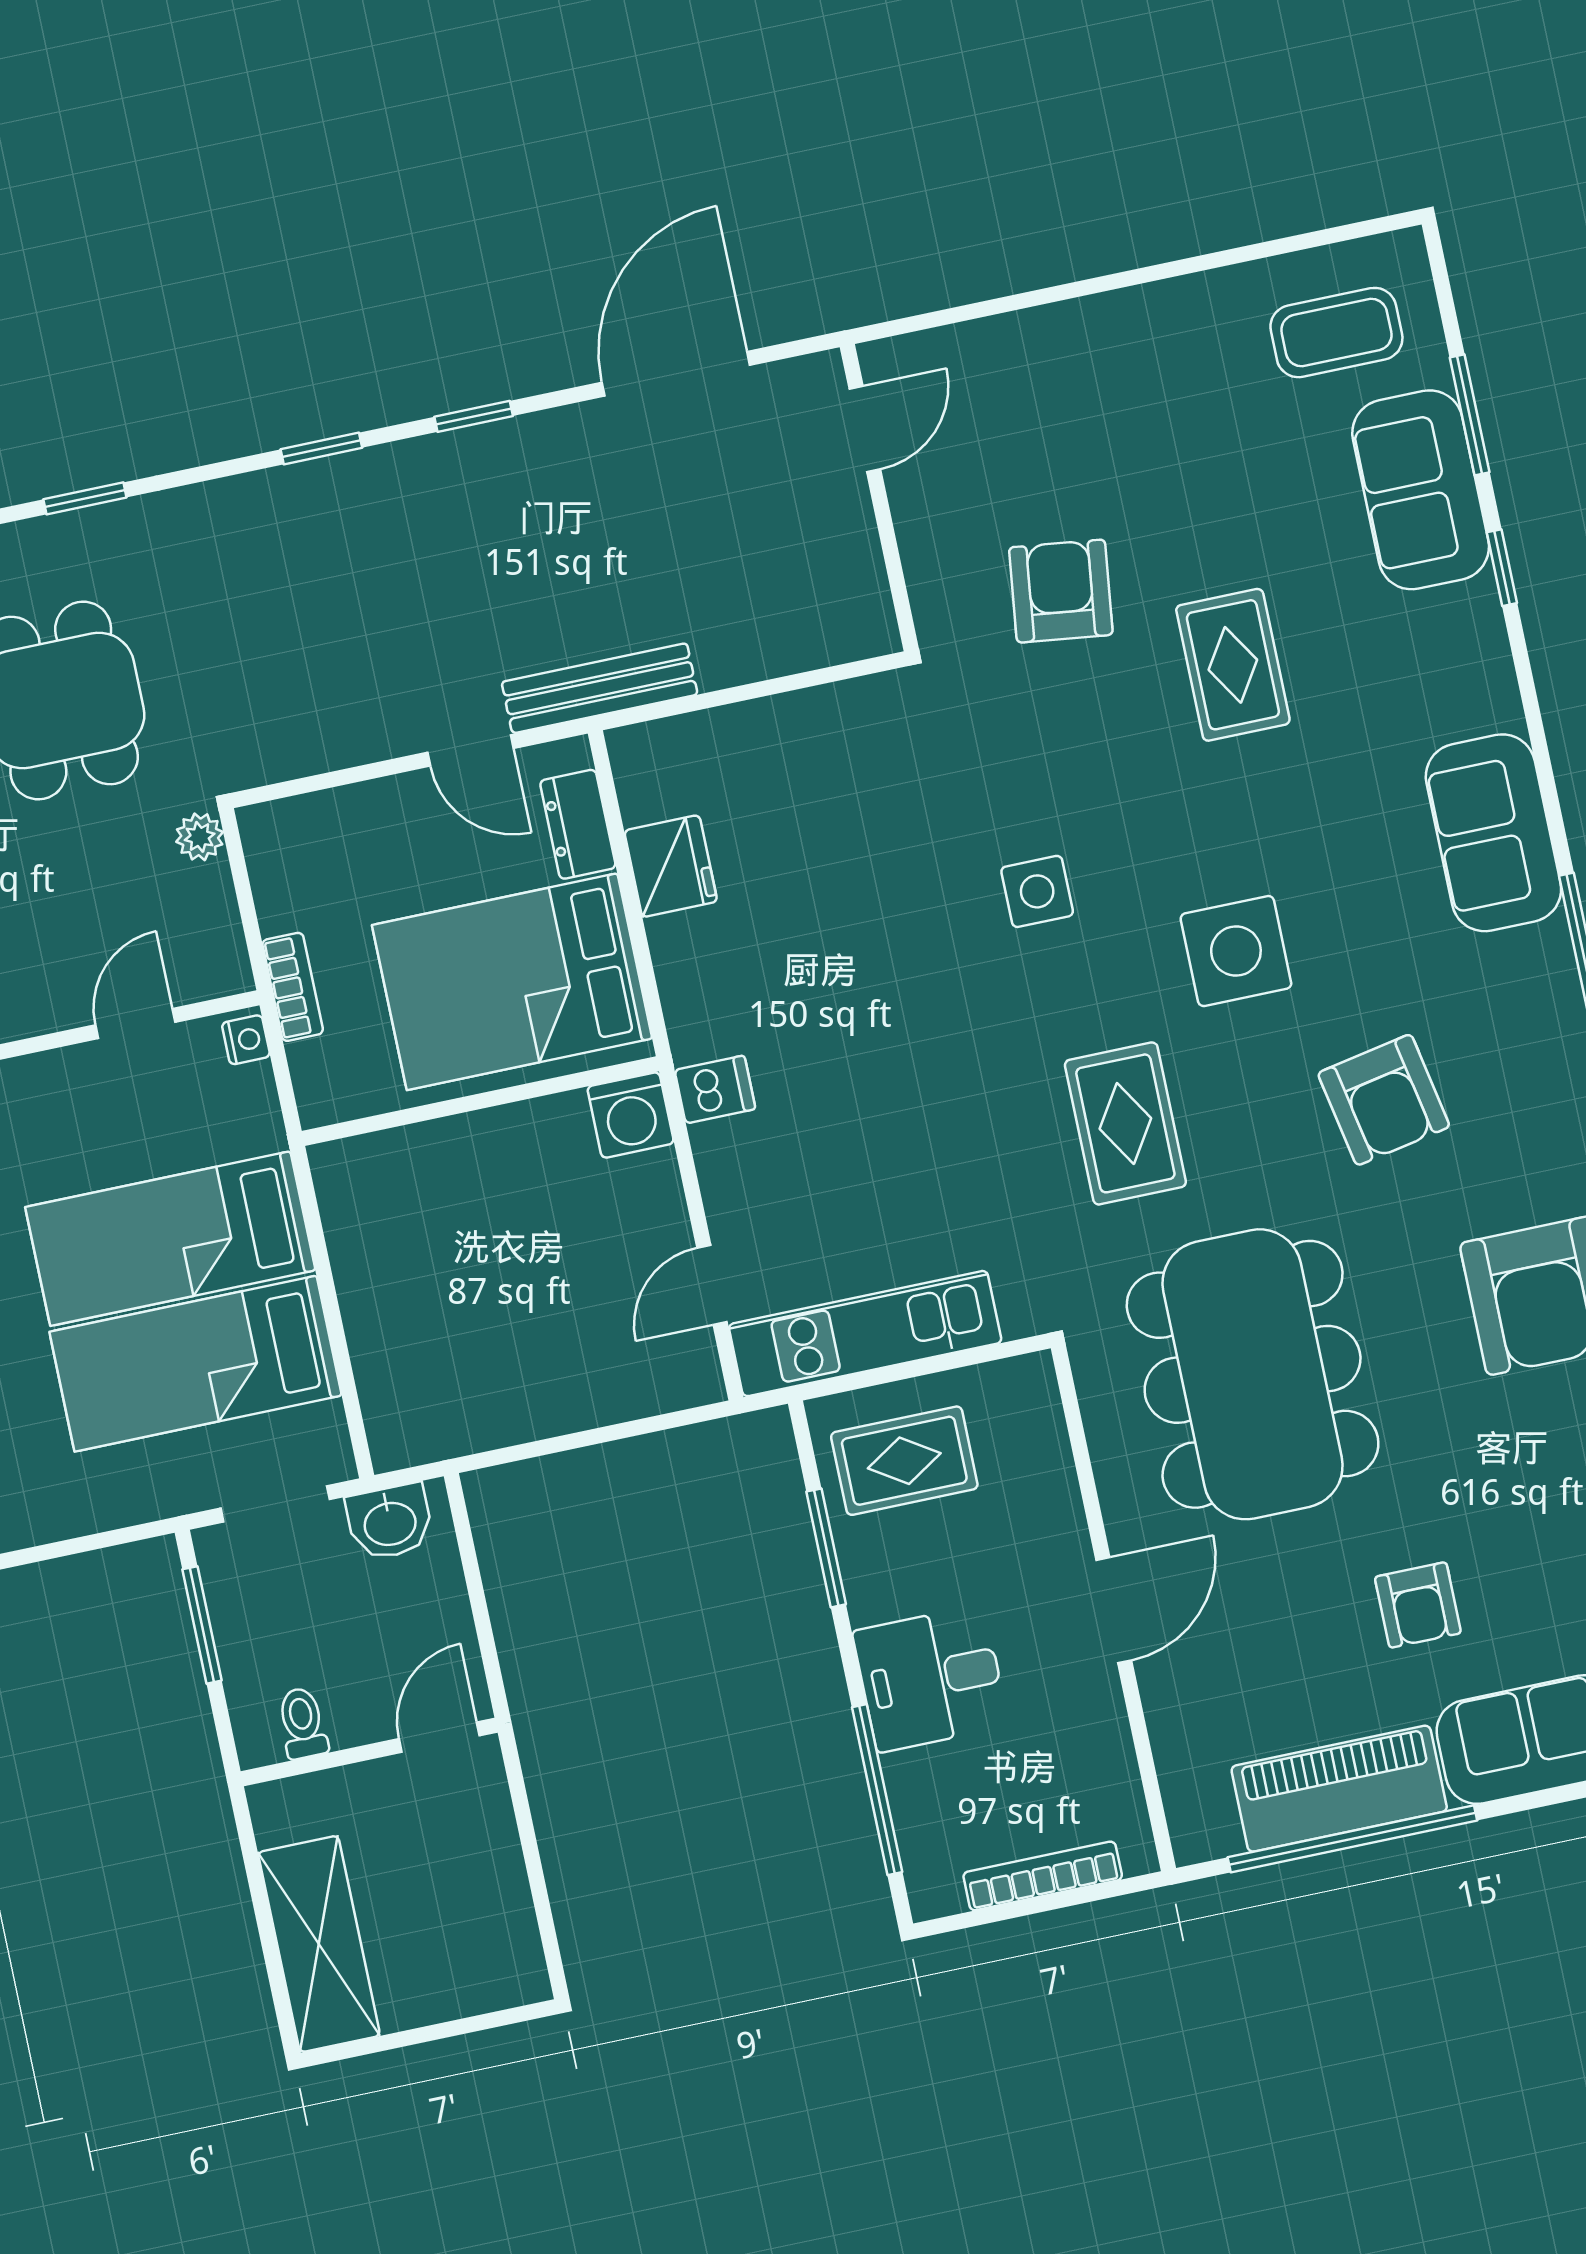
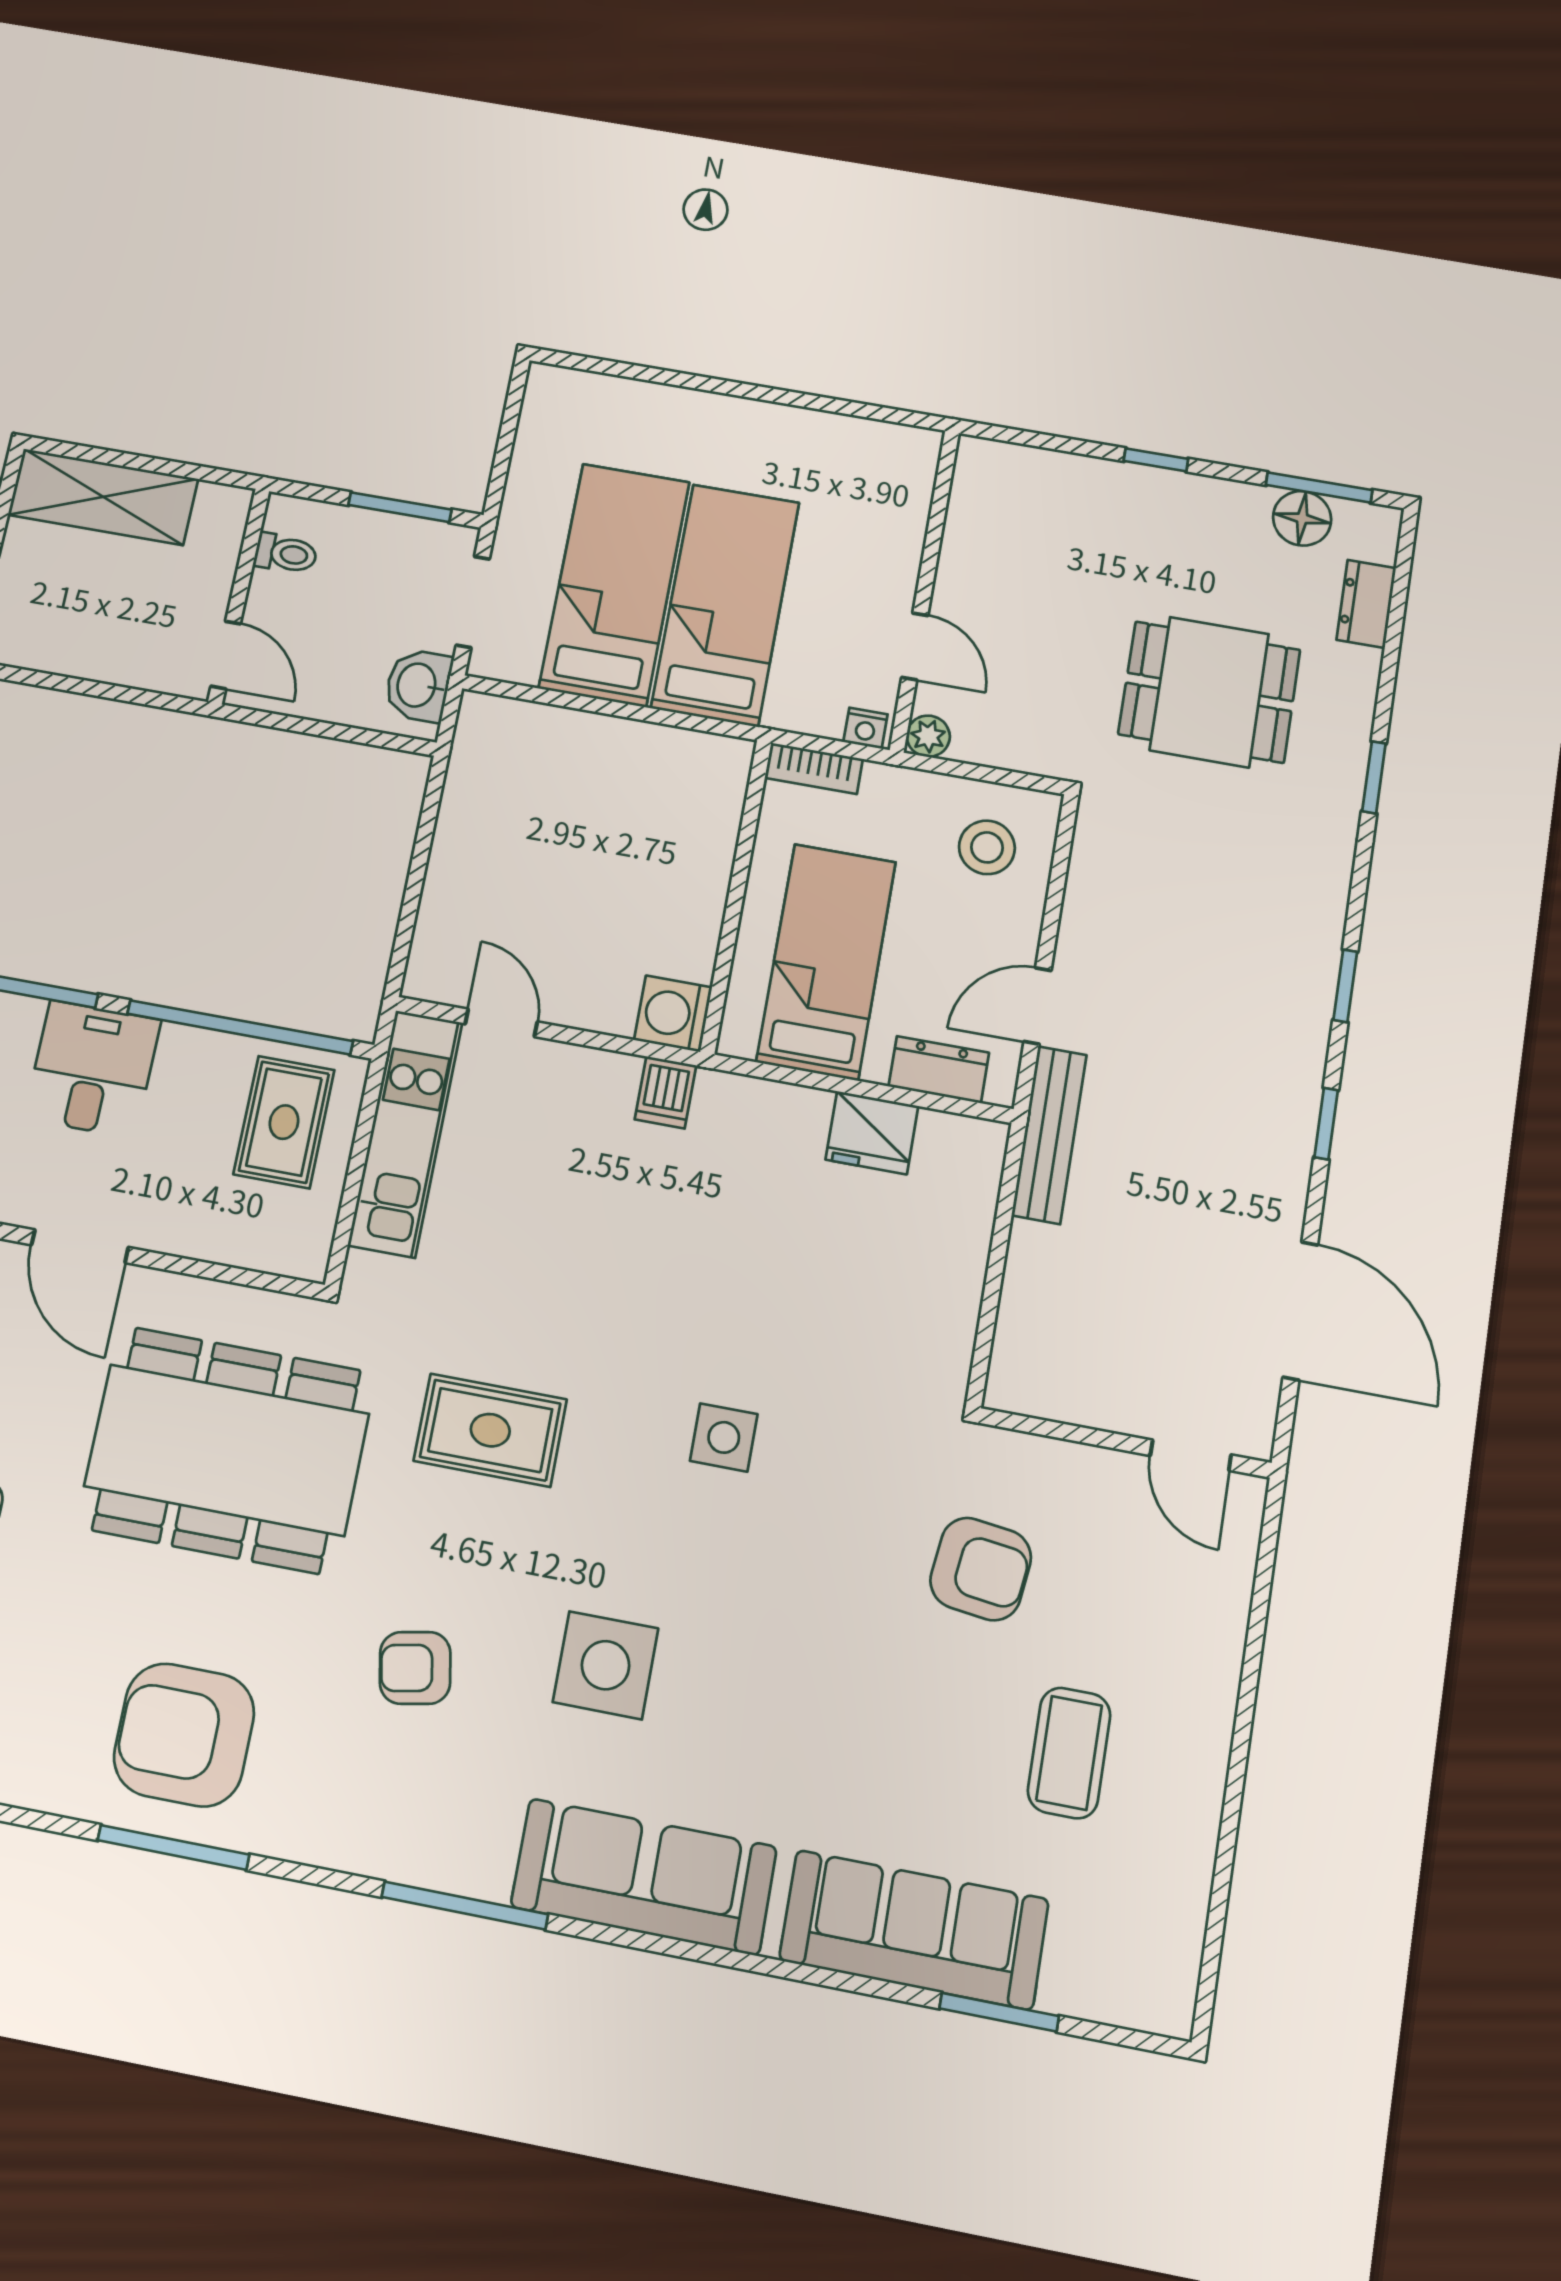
coffee table: (1336, 333) -> (1069, 1753), moved
sofa: (1421, 490) -> (914, 1930), width x1.36
window: (1502, 568) -> (848, 1982), removed
rug: (1233, 665) -> (855, 1696), removed
sofa: (1493, 833) -> (644, 1877), width x1.36
plant: (200, 837) -> (928, 736), moved
stool: (323, 865) -> (987, 847), added
side table: (1236, 951) -> (606, 1665), moved
bed: (512, 982) -> (826, 962), width x0.67
bookcase: (293, 987) -> (814, 768), moved
armchair: (1384, 1100) -> (415, 1668), width x0.72, depth x0.72
window: (826, 1548) -> (240, 1027), width x2.11

